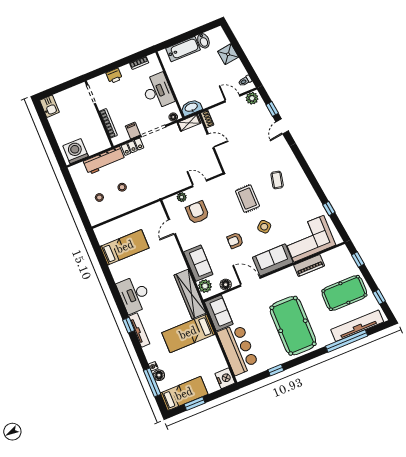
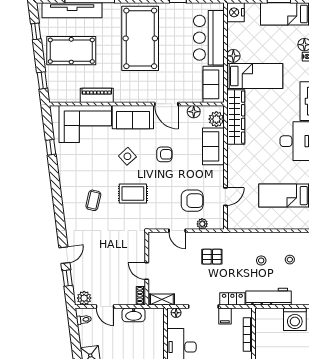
washbasin: (191, 108) -> (134, 315), moved
pallet: (163, 174) -> (212, 257), added
rug: (247, 199) -> (133, 194), turned 90
armchair: (197, 212) -> (192, 201), turned -90
floor lamp: (212, 343) -> (233, 56), added

